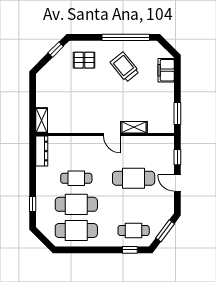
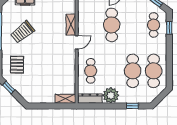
plant: (46, 177) -> (111, 95), added
cafe table: (76, 178) -> (91, 71), moved

